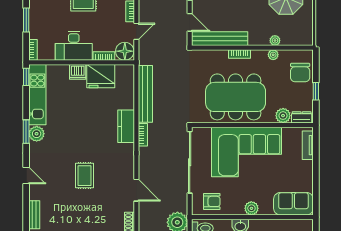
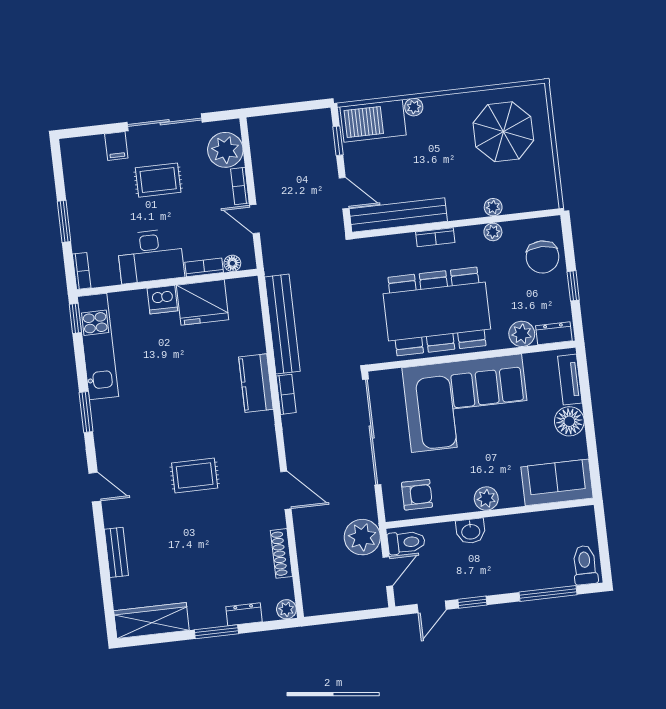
door: (136, 31) -> (254, 219), swing flipped
floor lamp: (125, 51) -> (232, 263), width x0.53, depth x0.53
plant: (37, 134) -> (104, 414), removed
floor lamp: (305, 169) -> (569, 421), added
rug: (85, 176) -> (195, 476), turned 90

